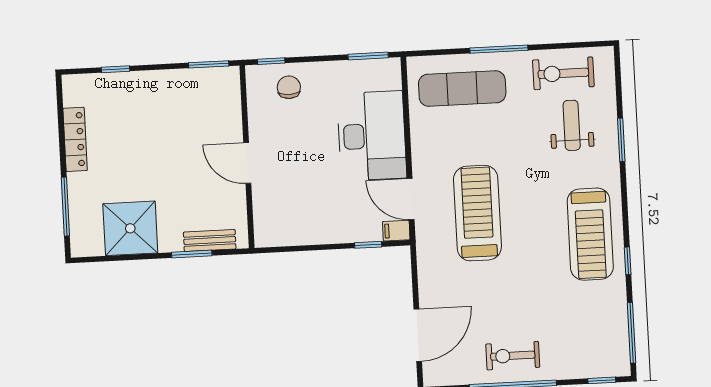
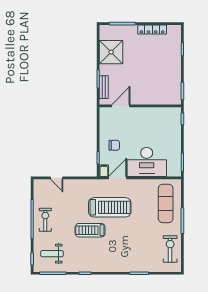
chair: (289, 87) -> (114, 145), moved
weight bench: (572, 125) -> (52, 254), moved, turned 180
door: (247, 163) -> (121, 106), moved
treadmill: (590, 234) -> (90, 230), moved, width x0.73, depth x0.73
door: (418, 335) -> (57, 178), width x0.53

